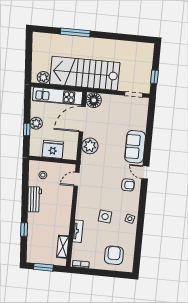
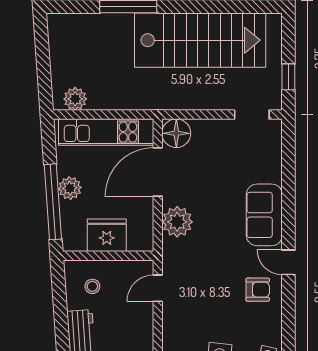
stairs: (85, 73) -> (200, 40), moved, turned 180
window: (27, 129) -> (53, 202), width x3.17

